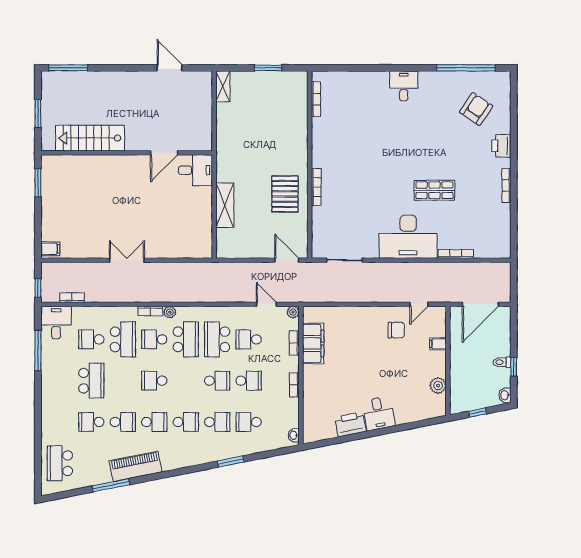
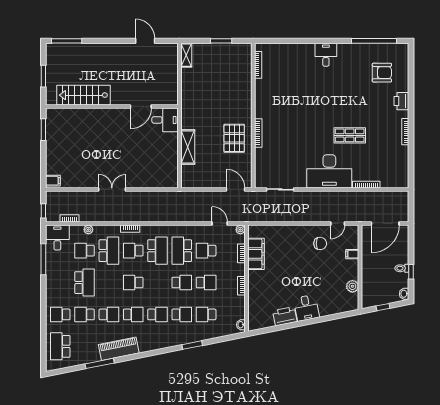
armchair: (476, 109) -> (382, 73), turned 56
plant: (170, 312) -> (88, 230), moved
school desk: (60, 422) -> (60, 314), added

